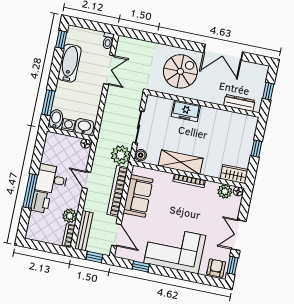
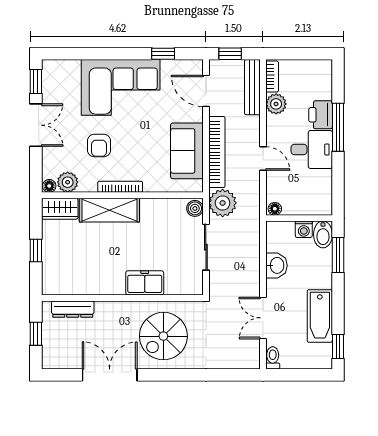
washbasin: (84, 127) -> (276, 265), moved, turned -90
shelving: (181, 162) -> (109, 210), moved
armchair: (216, 268) -> (99, 145), moved

